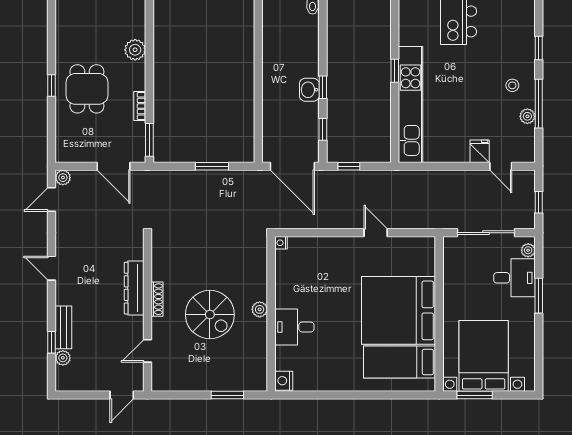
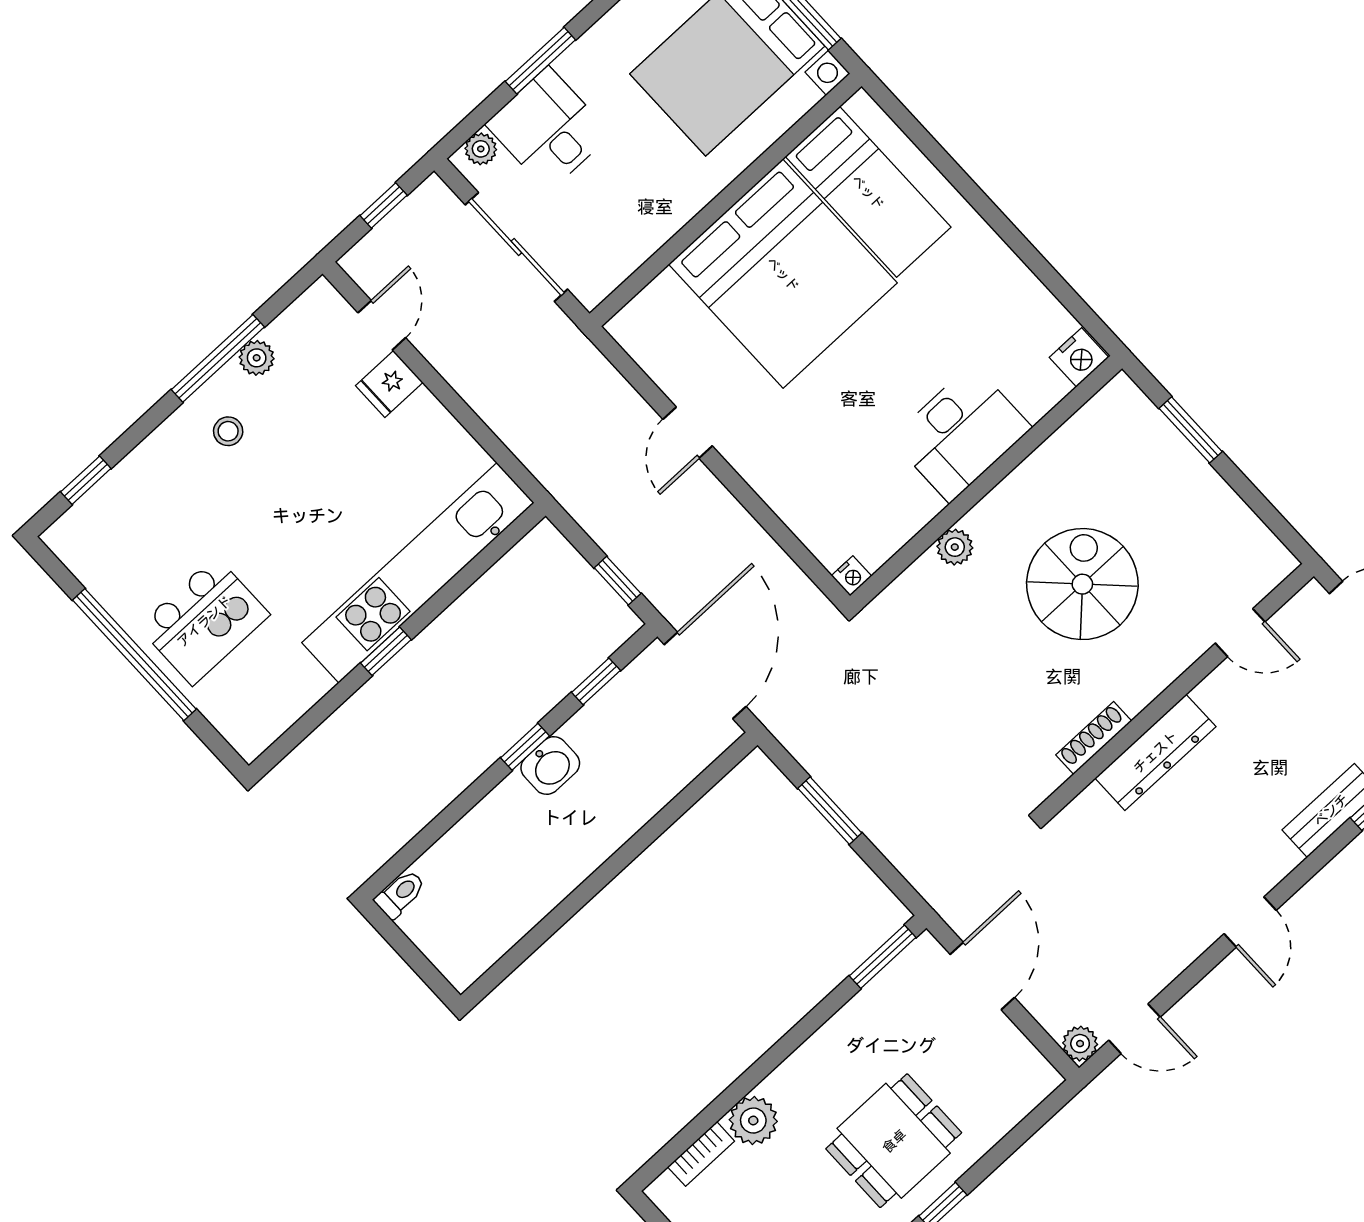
window: (539, 48) -> (86, 480), moved
bookcase: (140, 106) -> (701, 1154), moved
shoe rack: (157, 299) -> (1094, 738), moved
plant: (260, 309) -> (955, 547), moved
desk: (294, 327) -> (961, 433), width x1.37

